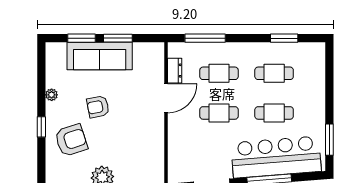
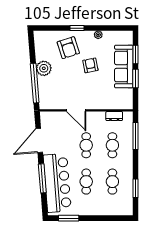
door: (166, 98) -> (76, 110), moved

